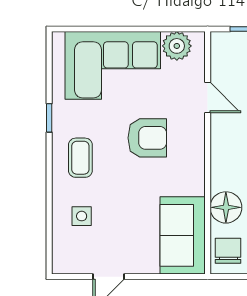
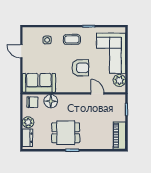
door: (208, 97) -> (97, 93), swing flipped
armchair: (147, 138) -> (80, 68), turned -90

